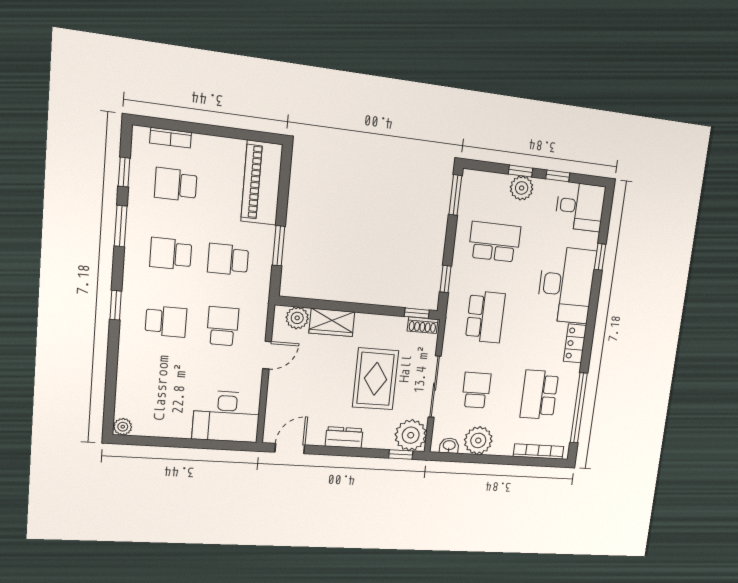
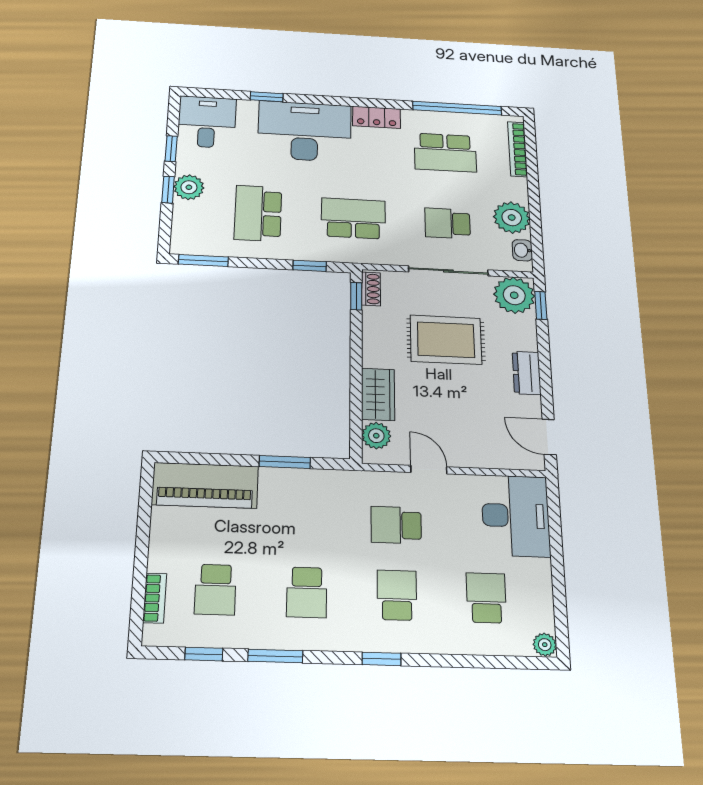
school desk: (228, 260) -> (486, 598), moved, turned 180

